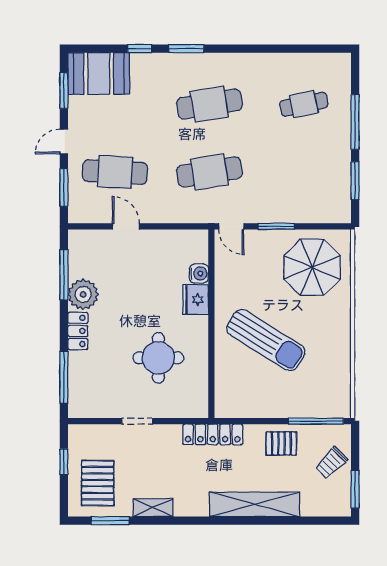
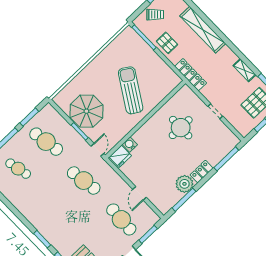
cafe table: (209, 104) -> (46, 142), moved
parasol: (312, 267) -> (86, 111), moved
fridge: (196, 300) -> (120, 156), moved

